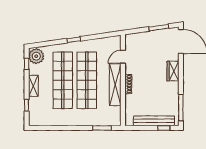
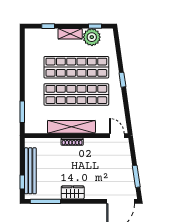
plant: (36, 56) -> (92, 37), moved
door: (123, 57) -> (117, 136), moved
wardrobe: (173, 71) -> (73, 192), moved

